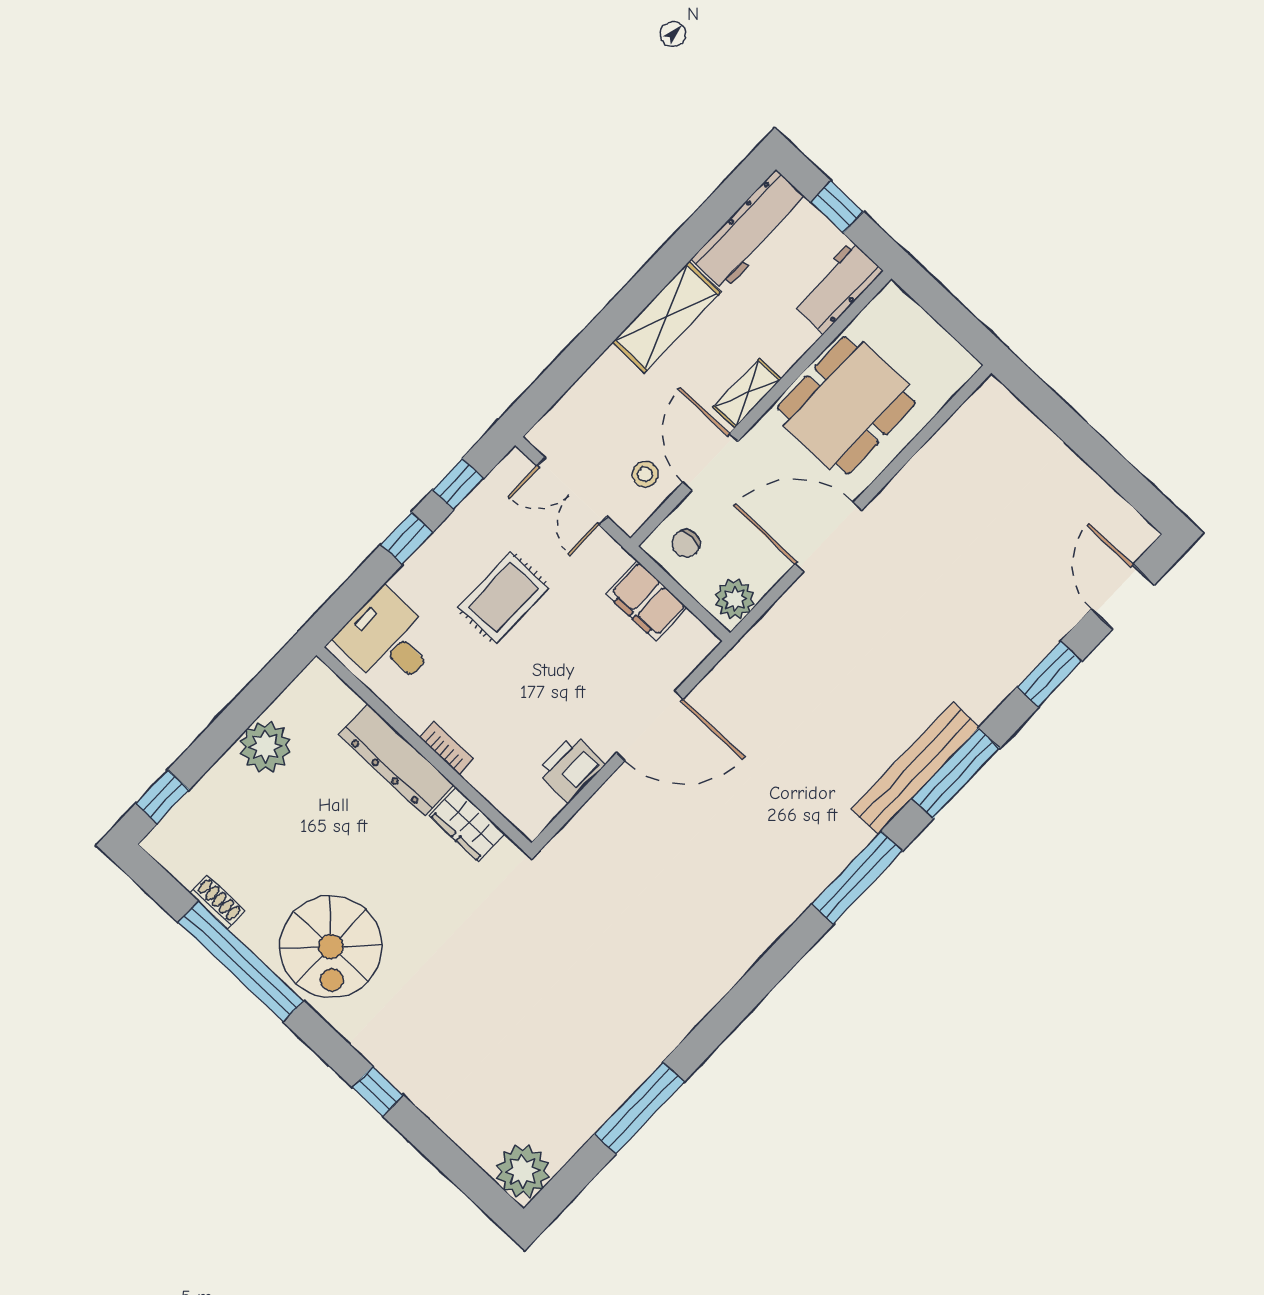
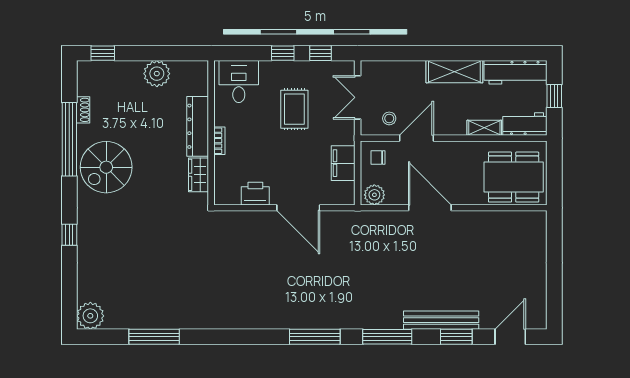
shelving: (747, 393) -> (484, 128), moved
dining table: (846, 405) -> (514, 177), moved
rug: (503, 598) -> (294, 109), turned 90
bench: (915, 768) -> (441, 320), moved

